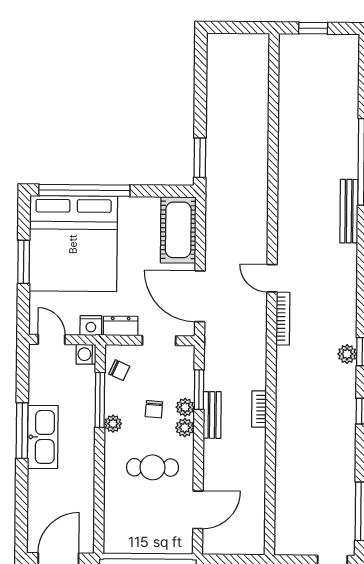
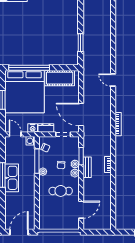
window: (200, 158) -> (81, 43), moved
cot: (178, 230) -> (60, 78), moved, turned 90
door: (272, 278) -> (113, 80), moved

